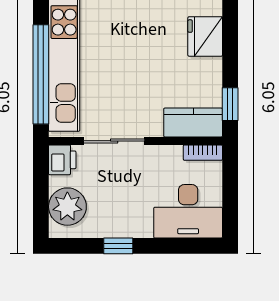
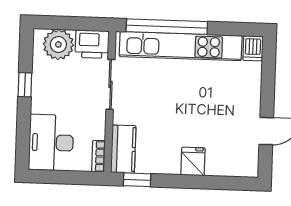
fridge: (205, 36) -> (193, 161), width x0.72
printer: (62, 160) -> (92, 44), width x1.36, depth x1.24

